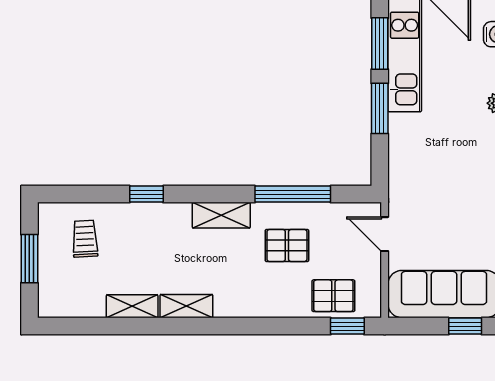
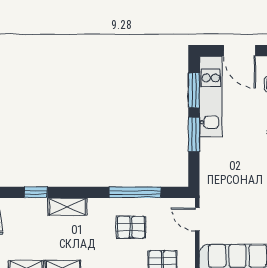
shelving: (221, 215) -> (67, 207), moved

